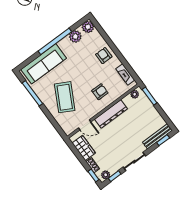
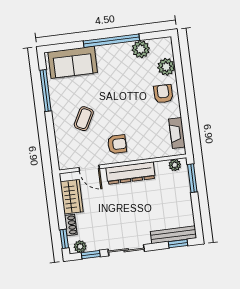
plant: (88, 27) -> (166, 67), moved
sofa: (44, 64) -> (73, 62), width x0.73
armchair: (100, 92) -> (117, 144), moved
coffee table: (65, 97) -> (84, 119), width x0.54, depth x0.58

